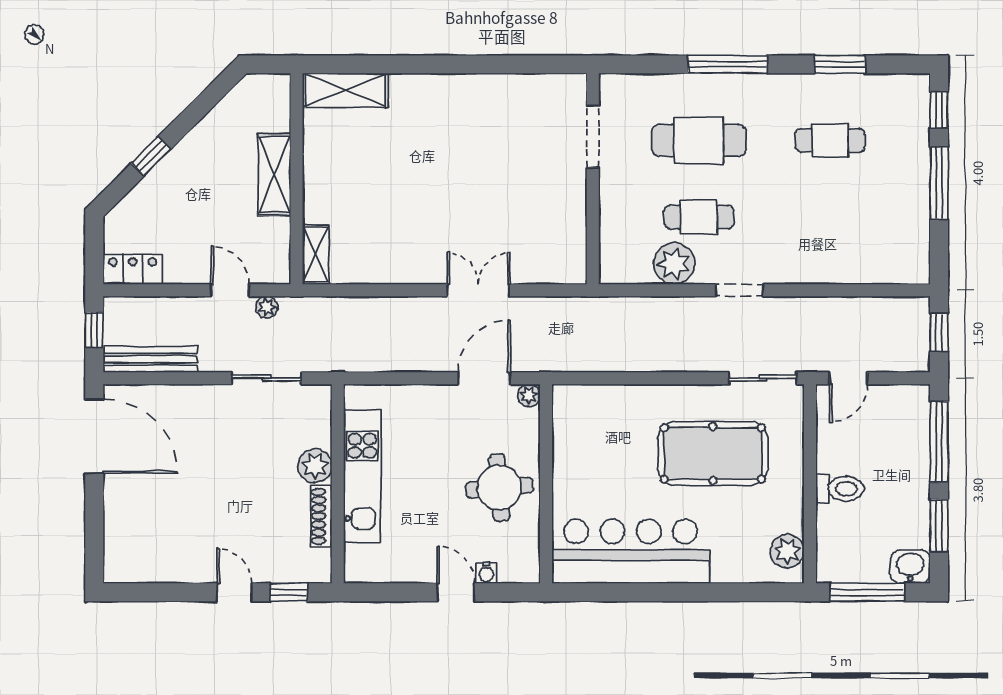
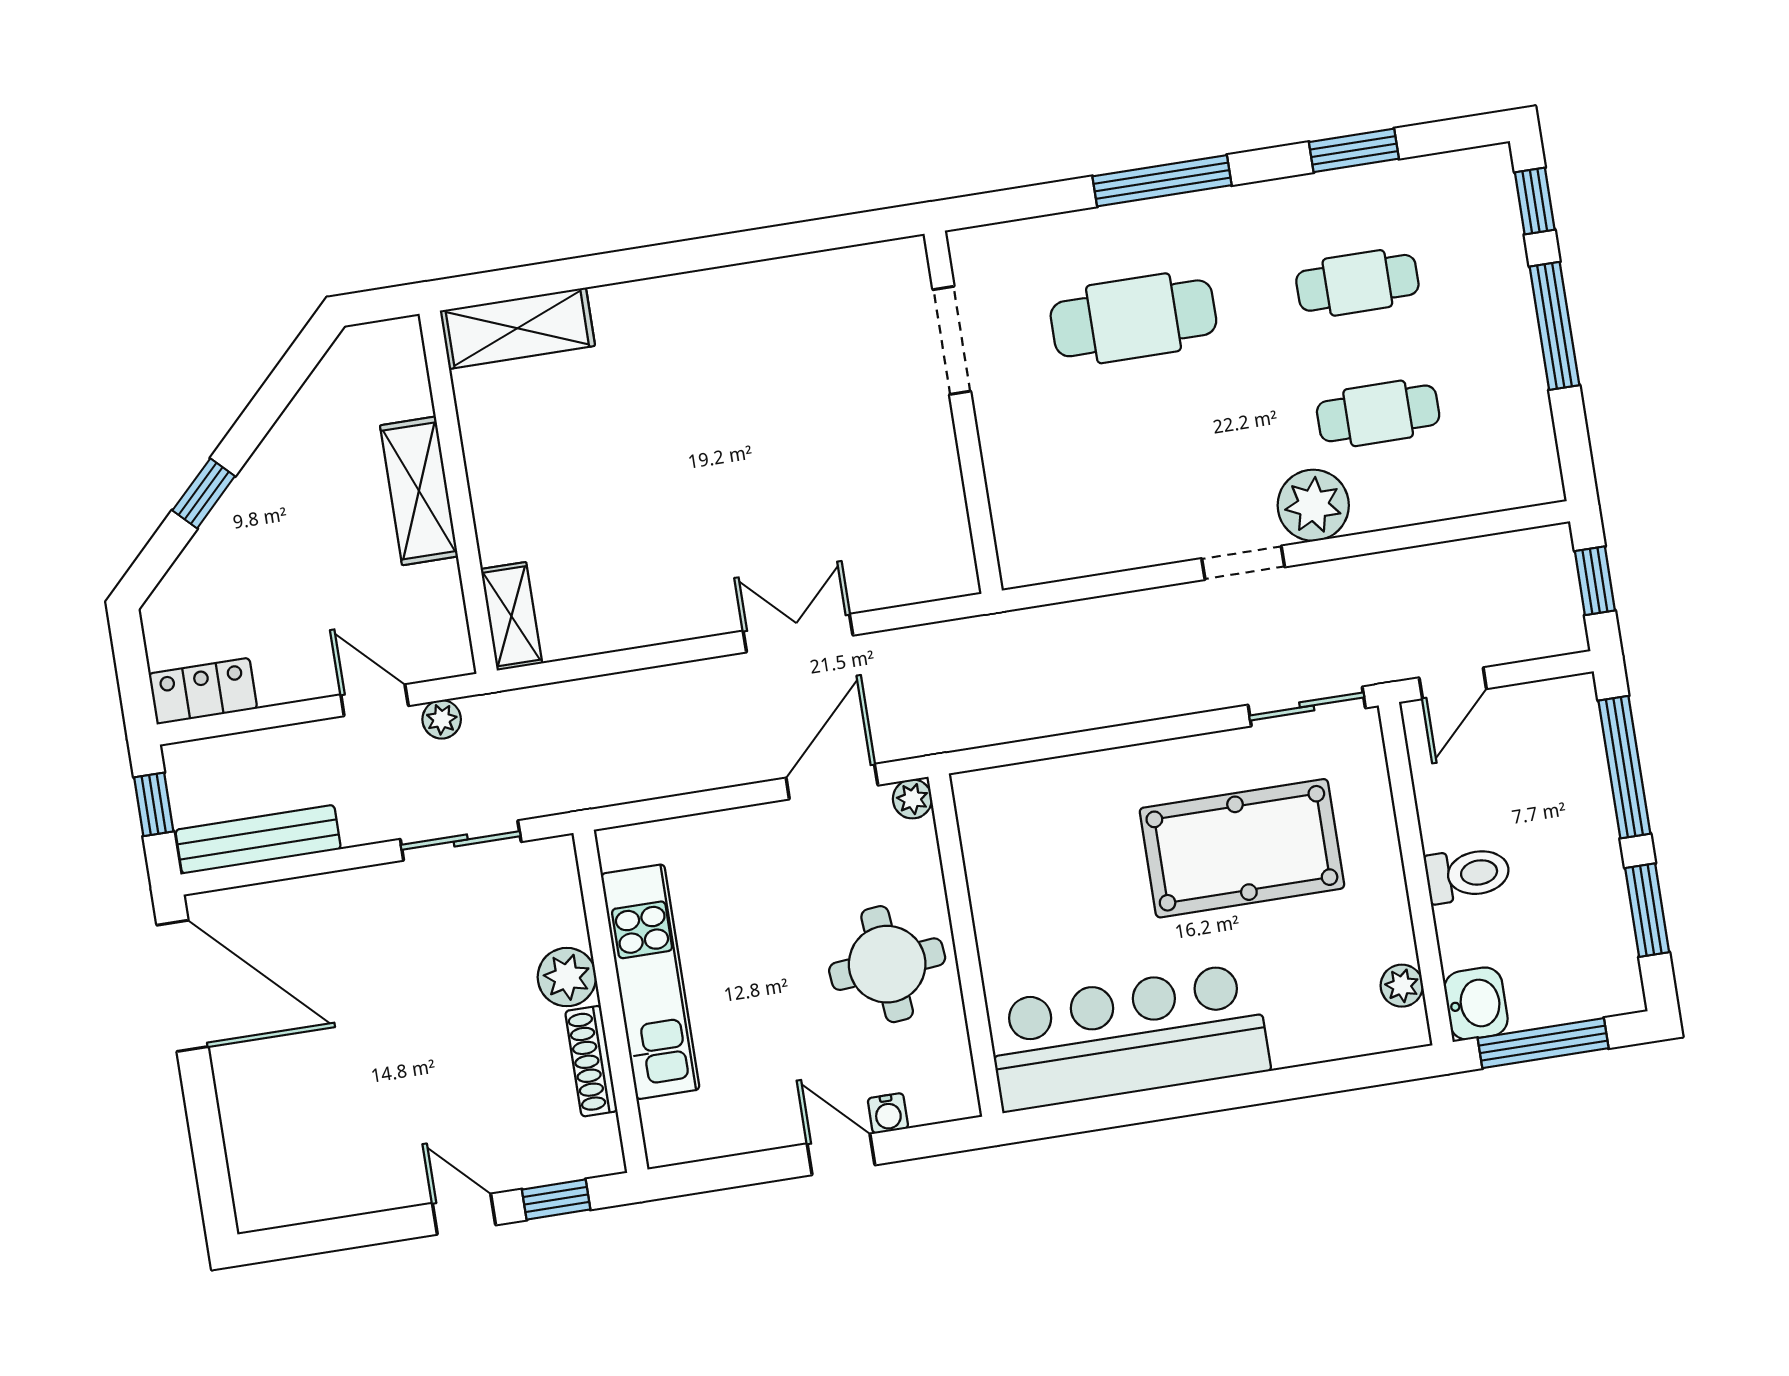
cafe table: (699, 217) -> (1378, 413), moved
plant: (674, 264) -> (1313, 505), moved
plant: (787, 551) -> (1402, 986), width x0.73, depth x0.73
washbasin: (910, 567) -> (1476, 1004), moved, turned 90

